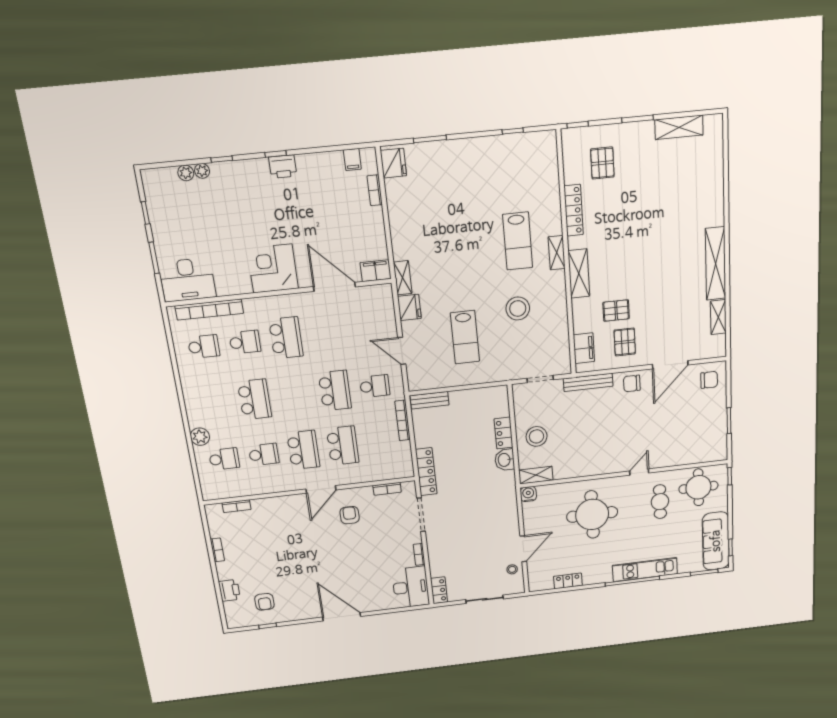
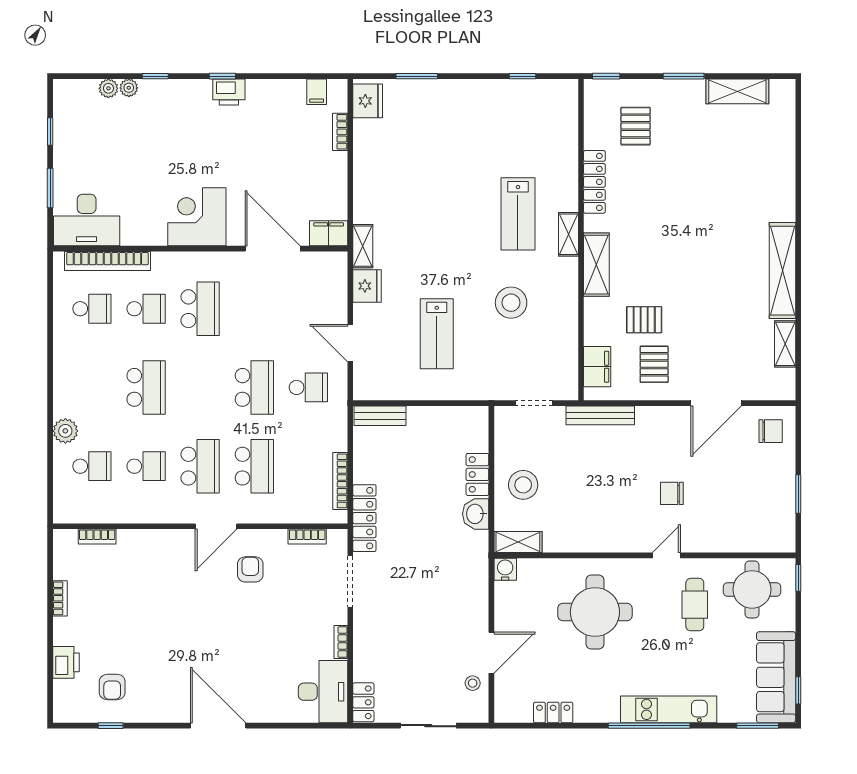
chair: (632, 383) -> (672, 493), moved
bookcase: (403, 420) -> (340, 481), moved

